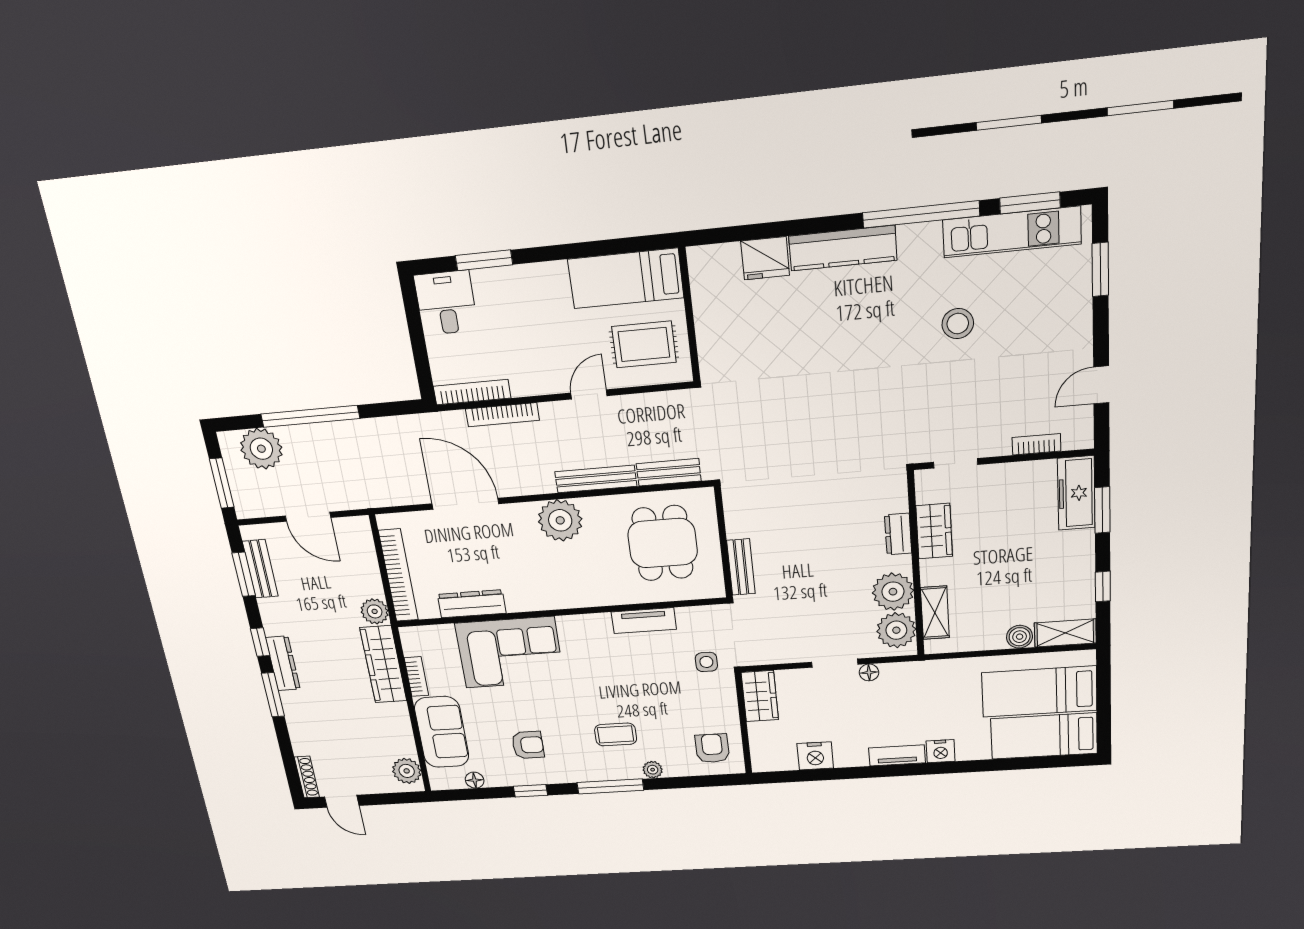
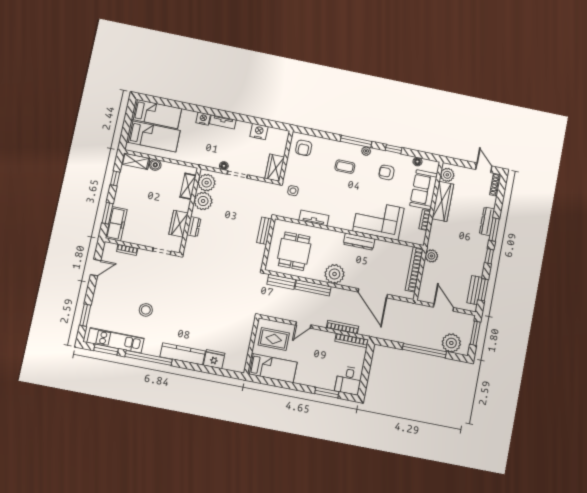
dresser: (472, 604) -> (359, 242), moved
dresser: (283, 663) -> (487, 221), moved
wardrobe: (383, 664) -> (443, 201), moved
plant: (653, 770) -> (366, 151), moved

